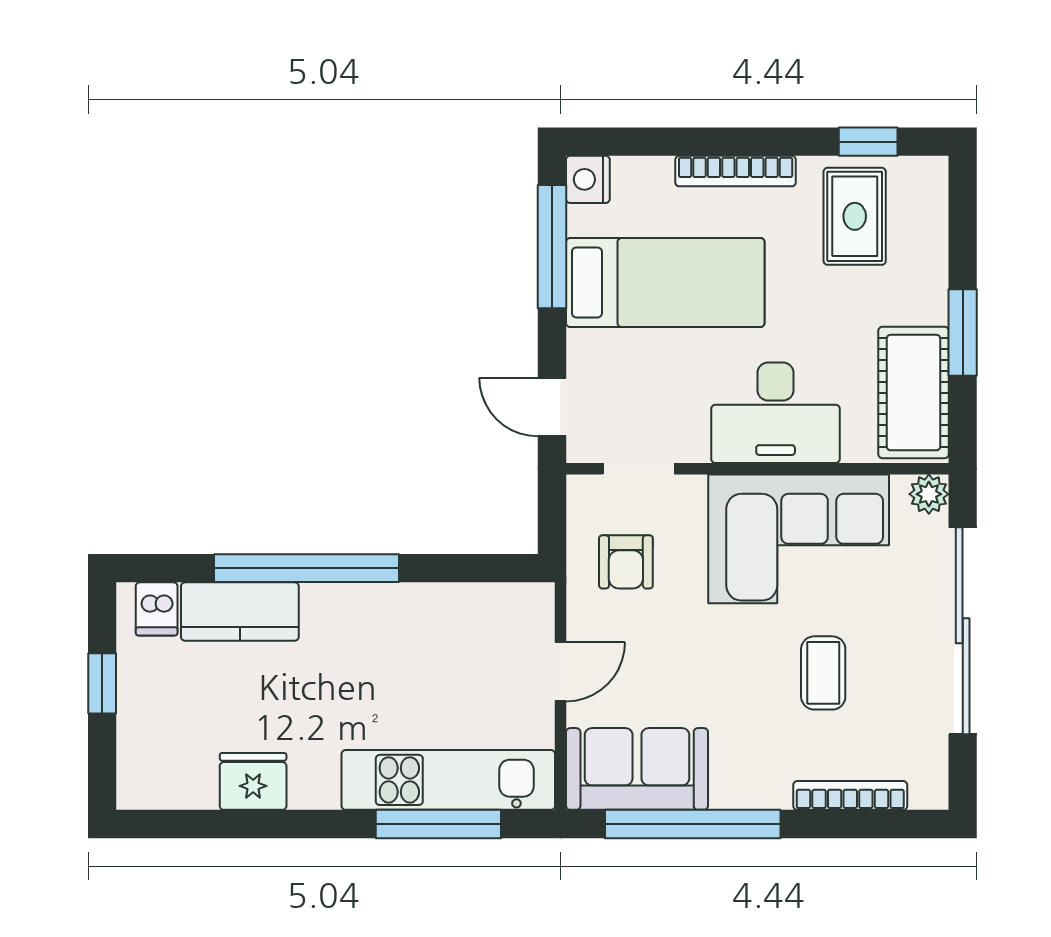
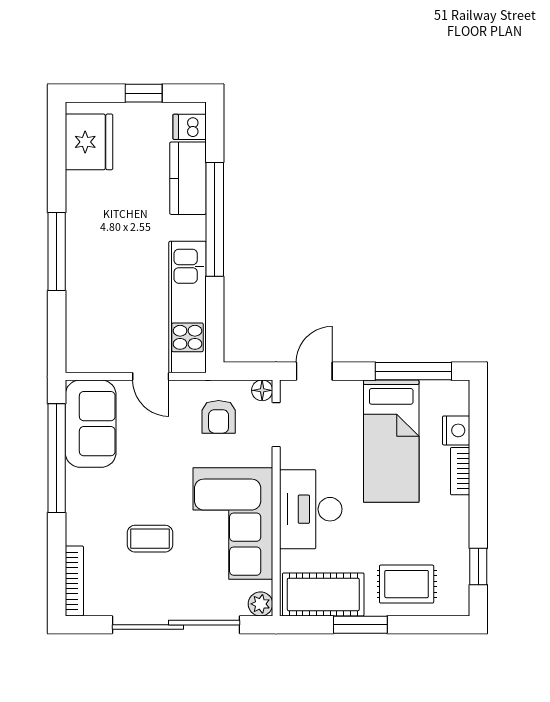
bookcase: (736, 171) -> (460, 471), width x0.64
nightstand: (588, 179) -> (456, 430), moved, turned 90
rug: (855, 216) -> (407, 584), moved
floor lamp: (583, 491) -> (262, 390), added
armchair: (626, 562) -> (219, 417), turned -90
kitchen unit: (448, 780) -> (187, 307), moved, turned 180
fridge: (253, 781) -> (89, 142), moved, width x1.36, depth x1.34
bookcase: (850, 795) -> (74, 581), moved
window: (438, 824) -> (57, 252), moved

